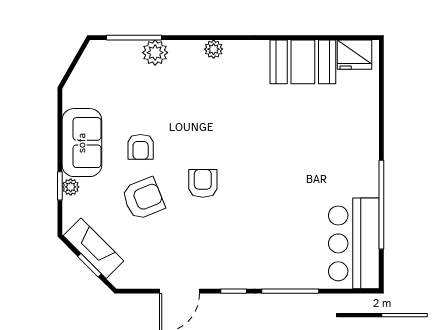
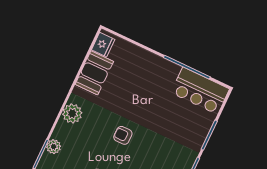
plant: (214, 49) -> (72, 114), width x1.87, depth x1.87
armchair: (203, 183) -> (123, 135), moved

